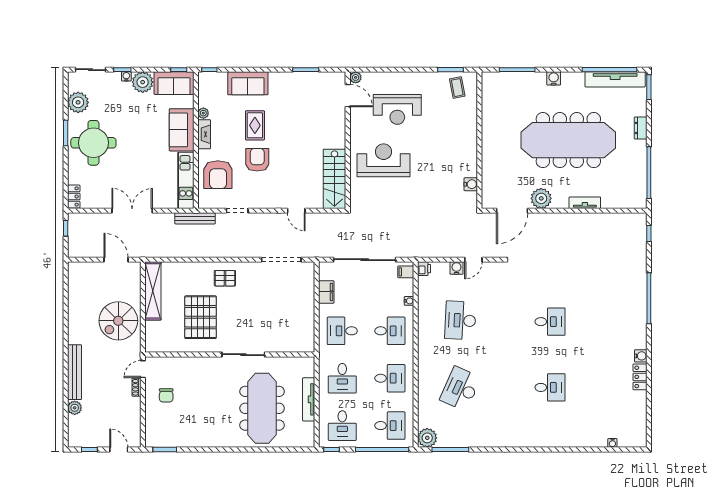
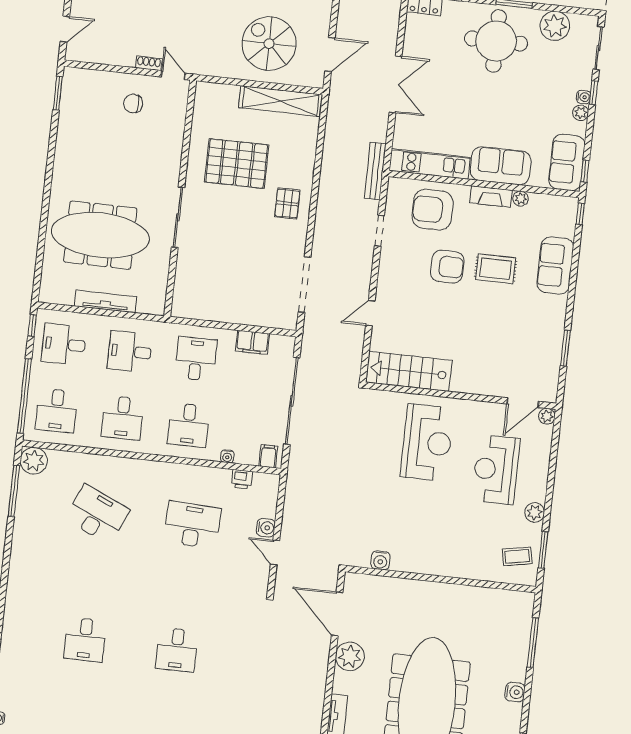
plant: (425, 79) -> (535, 512), added
plant: (143, 82) -> (581, 113), width x0.53, depth x0.53
printer: (424, 269) -> (242, 479), moved
spiral stairs: (118, 321) -> (269, 44), moved

